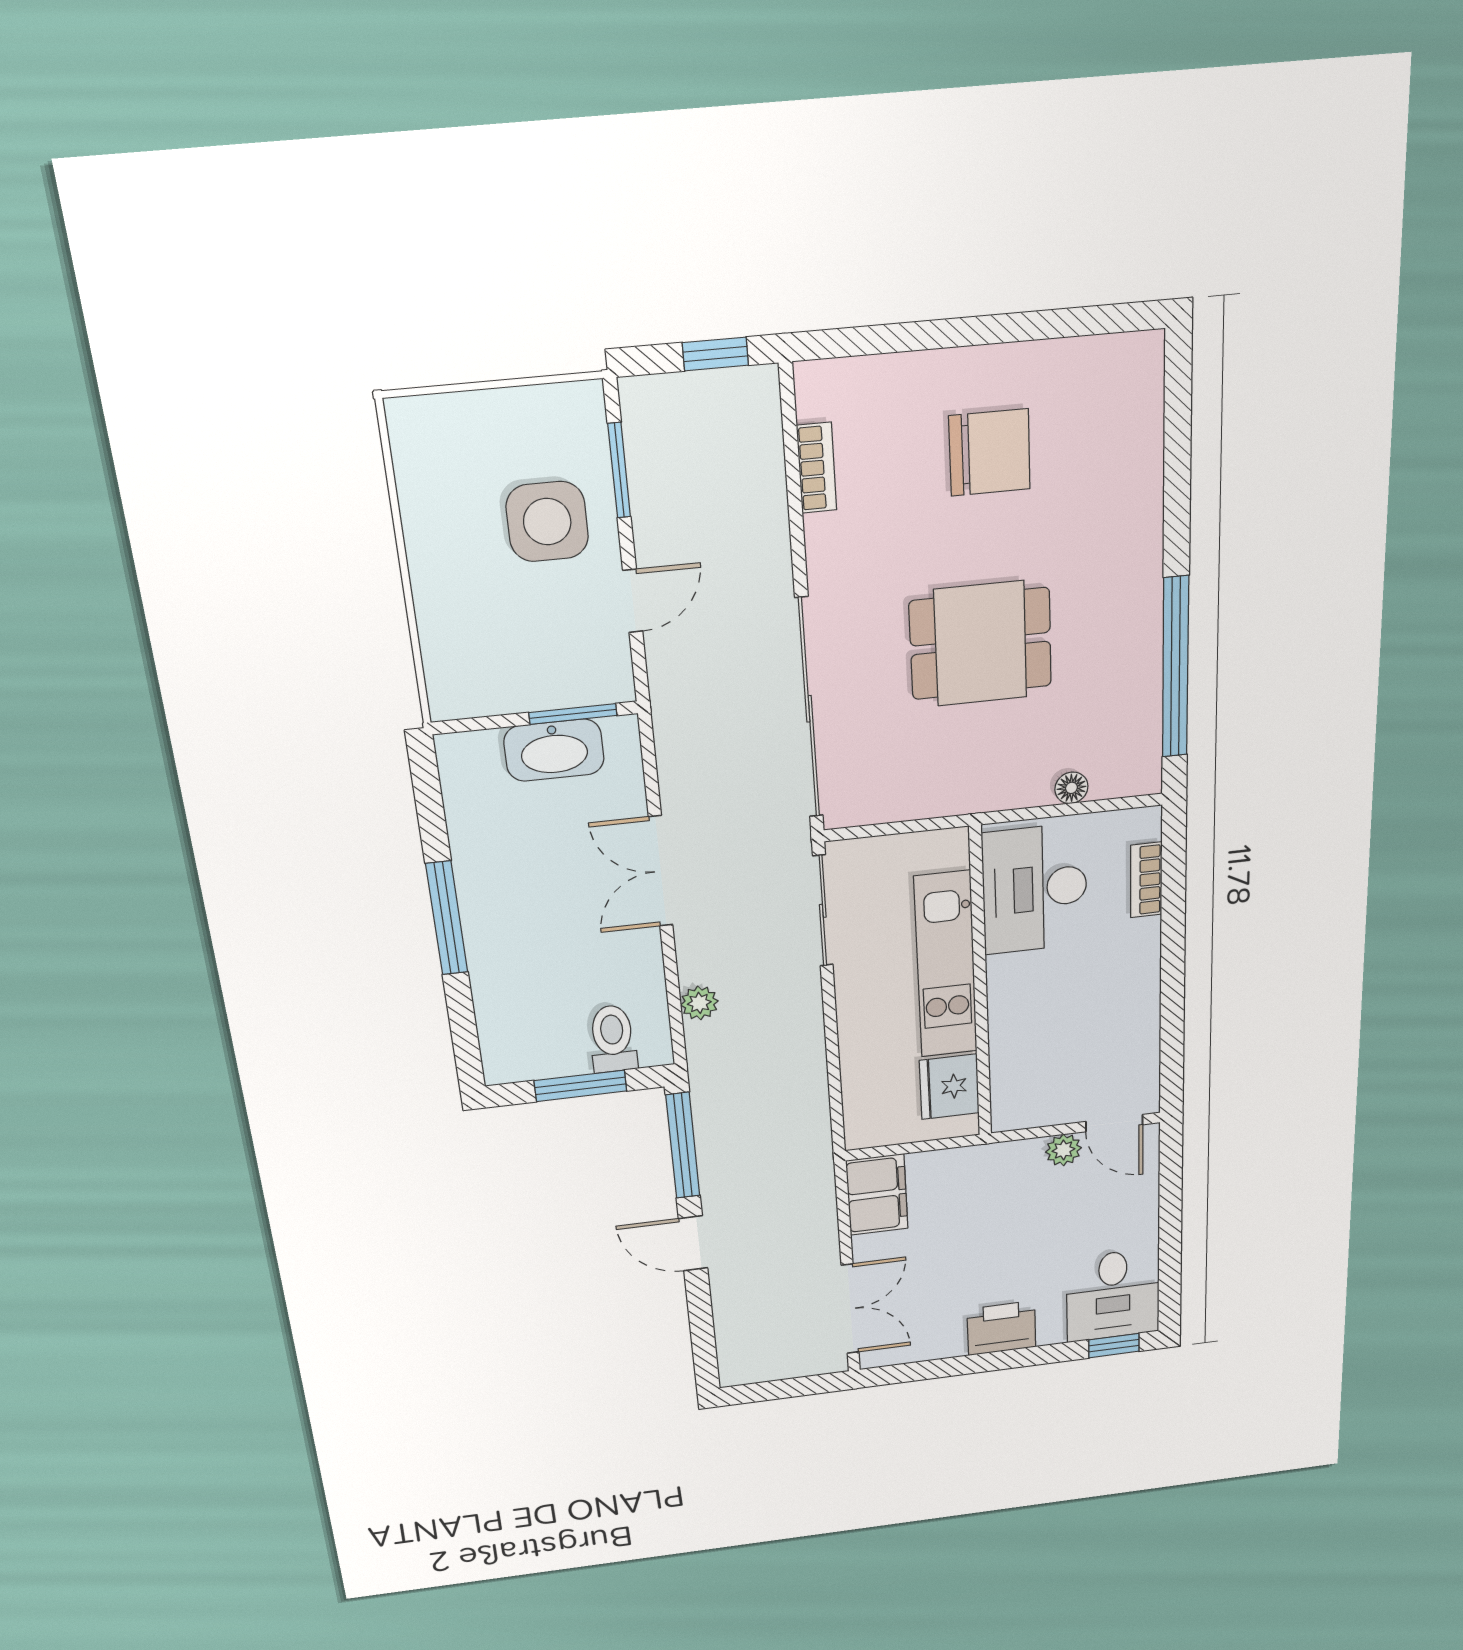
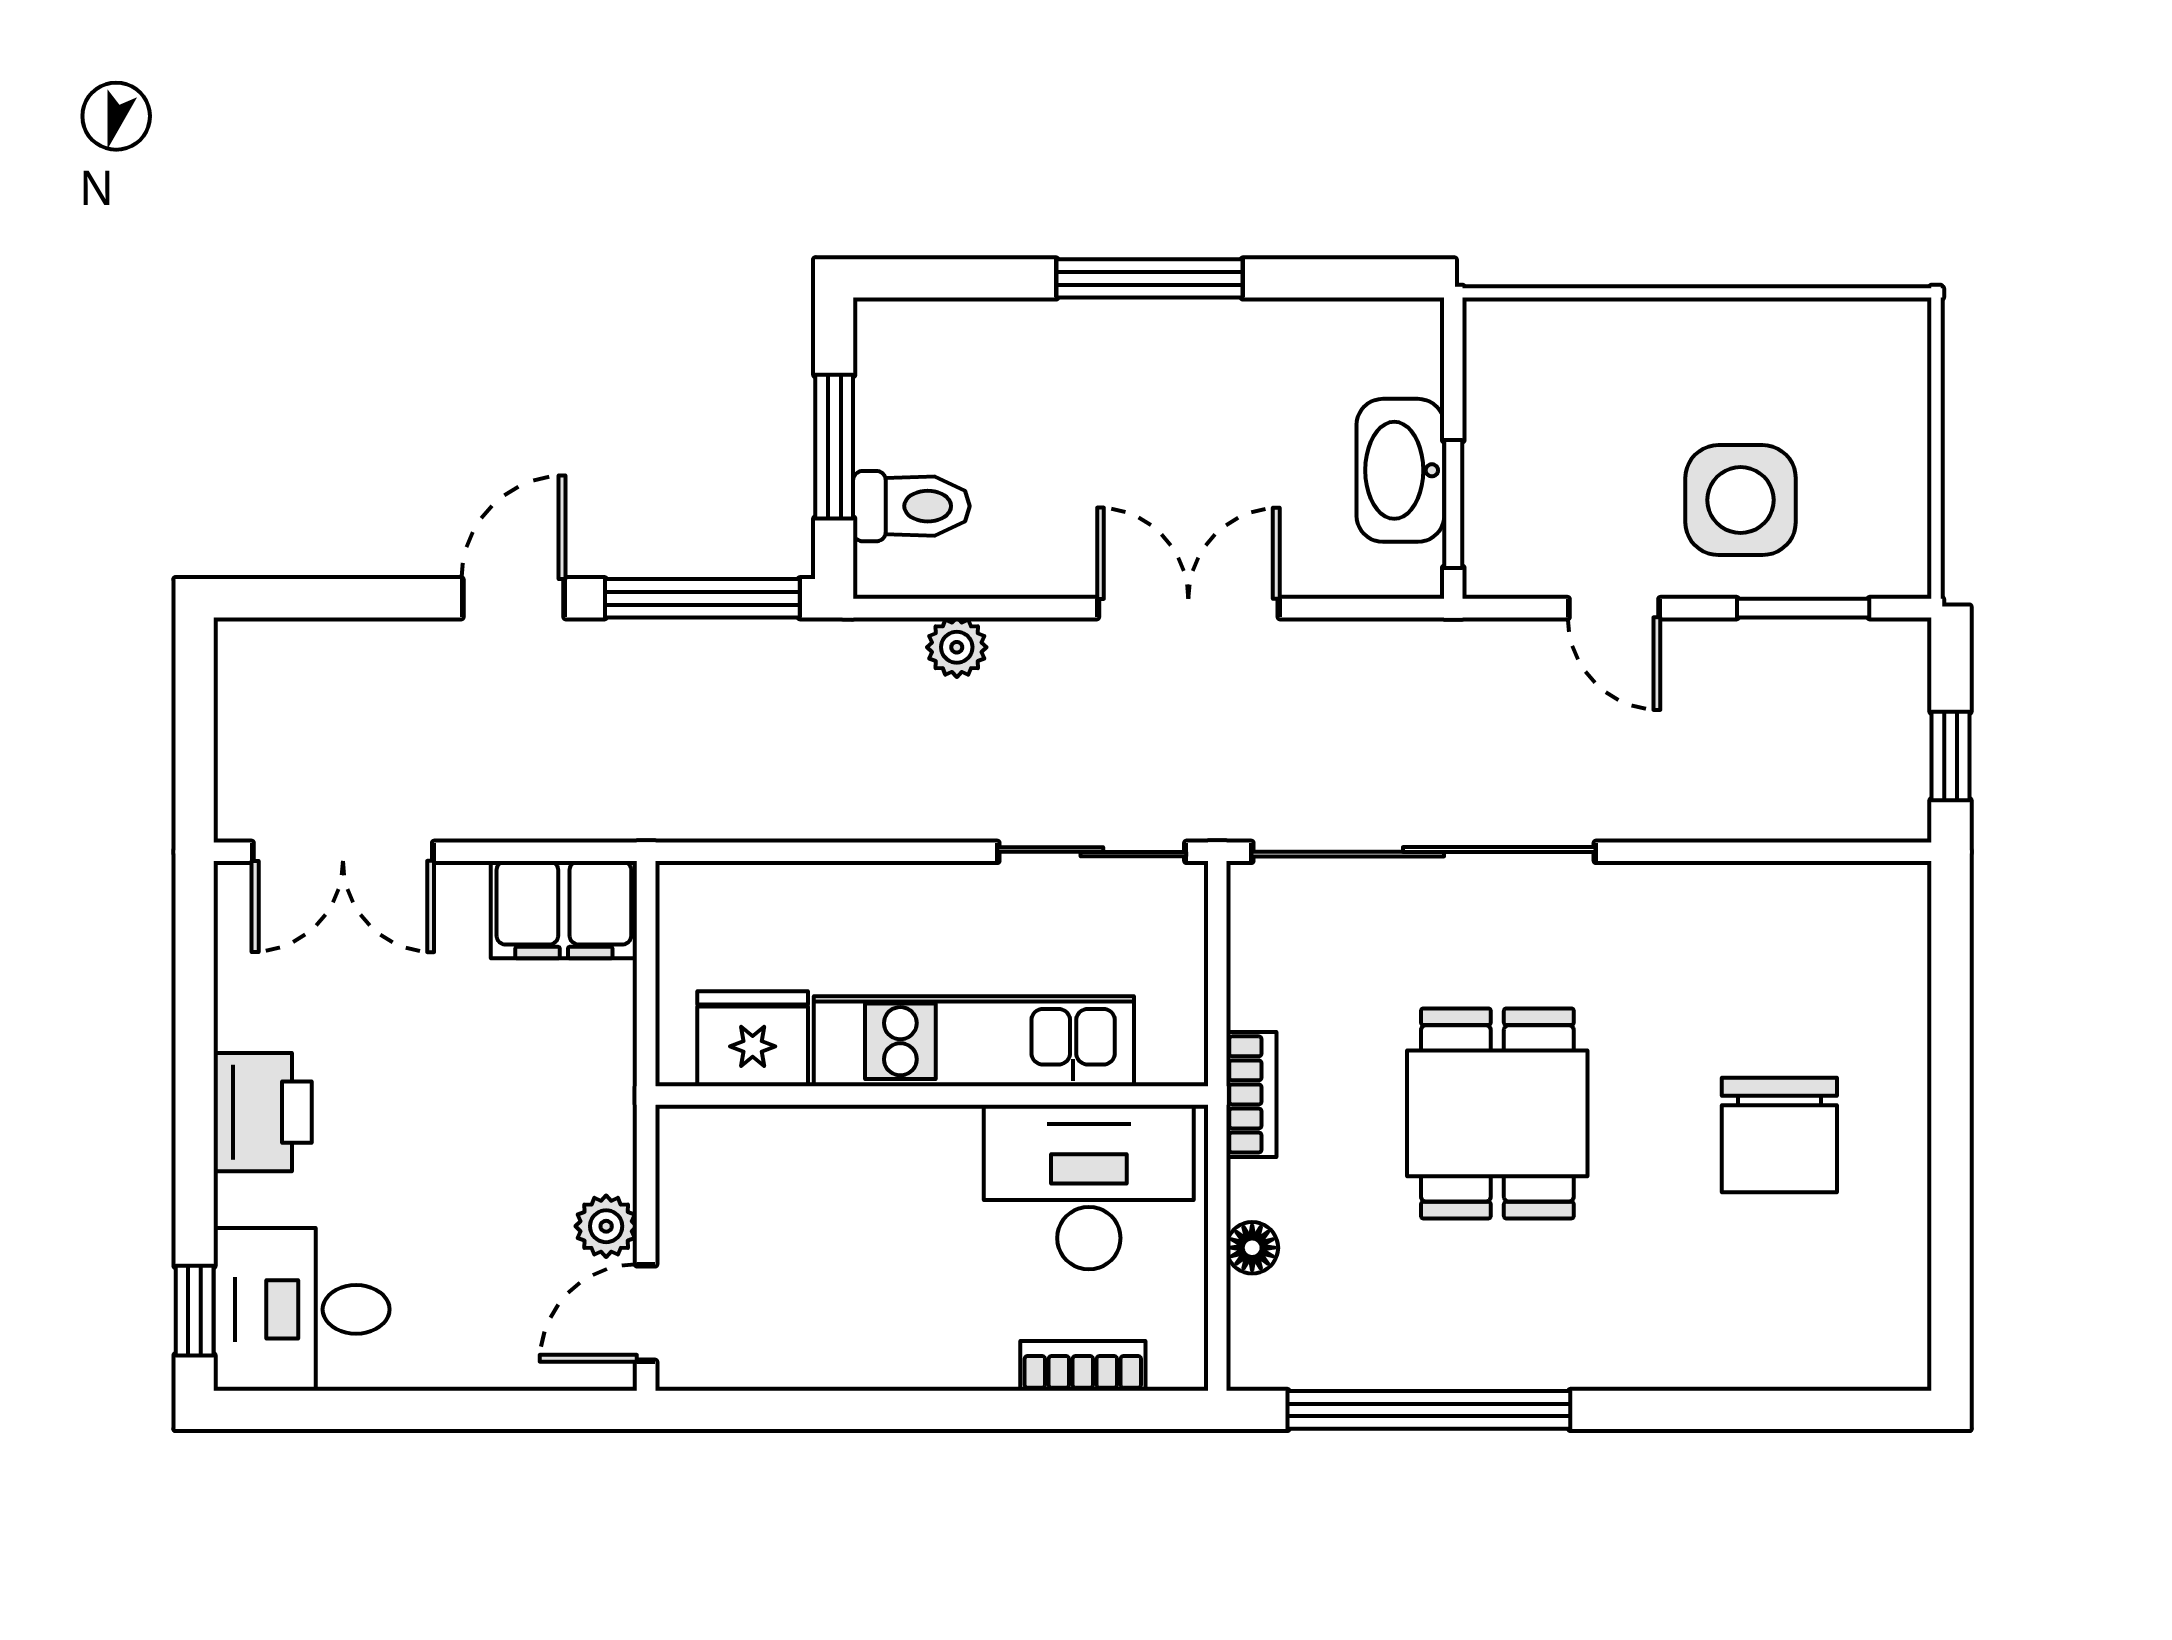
bookcase: (817, 468) -> (1251, 1094), moved, turned -90

